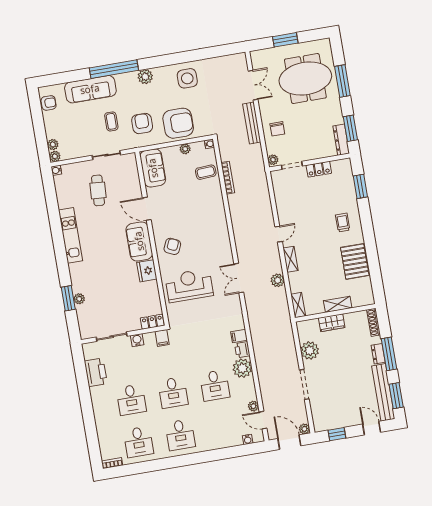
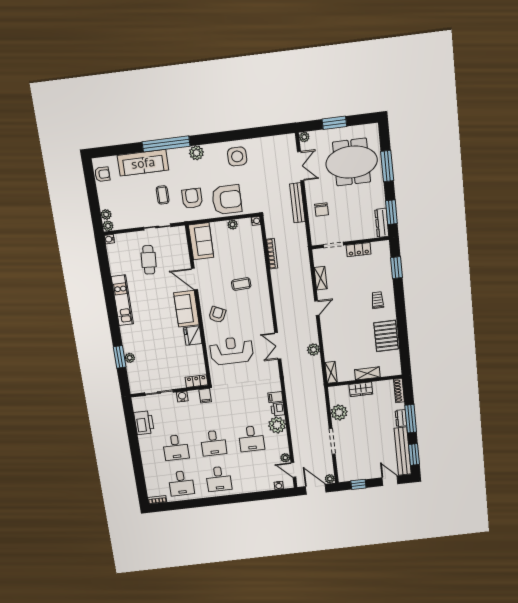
plant: (273, 160) -> (304, 137), moved
coffee table: (206, 172) -> (241, 284), moved
shelving: (290, 259) -> (321, 278), moved

